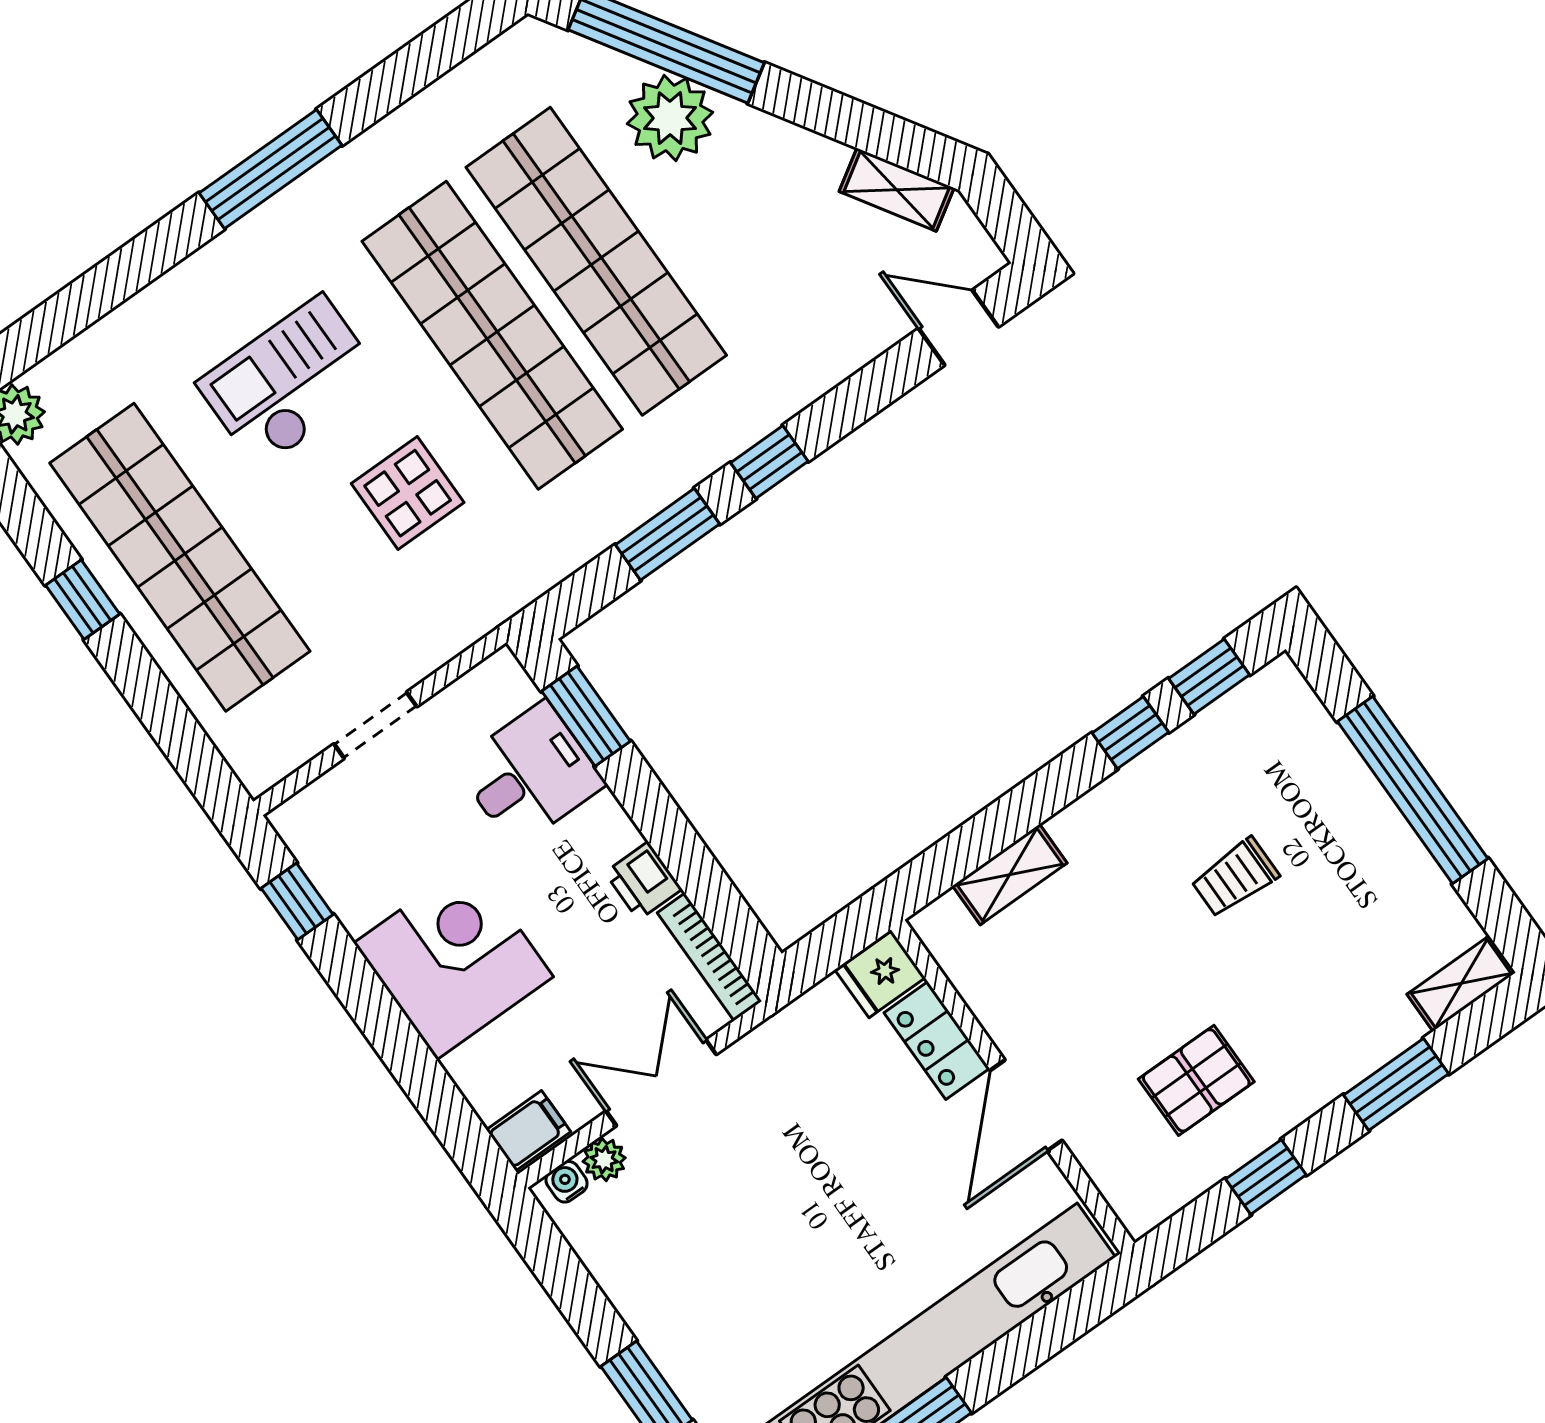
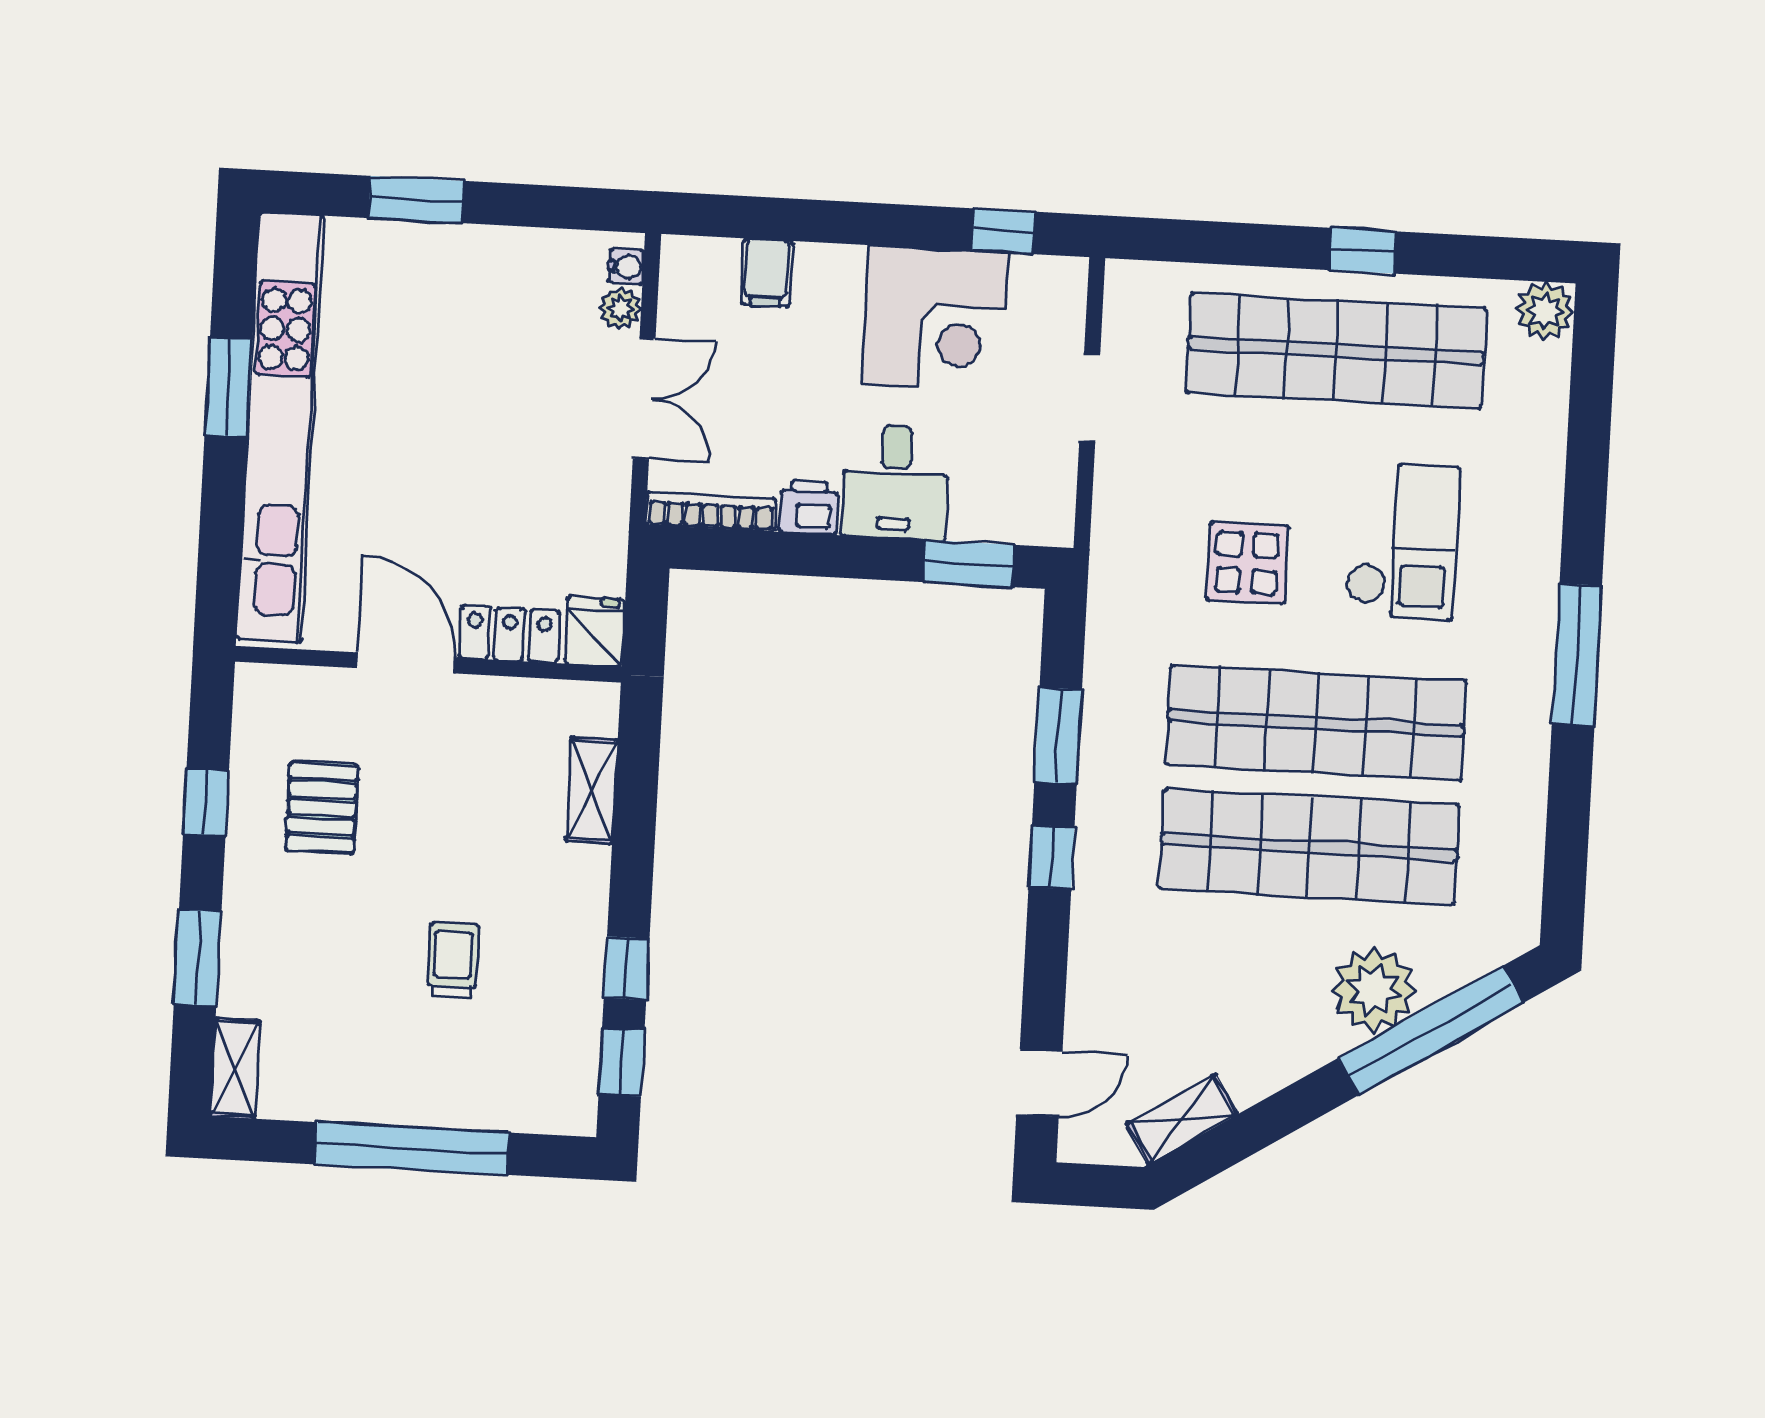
desk: (530, 774) -> (895, 482), moved
corner desk: (454, 960) -> (935, 319), moved
filing cabinet: (528, 1131) -> (767, 273), moved

